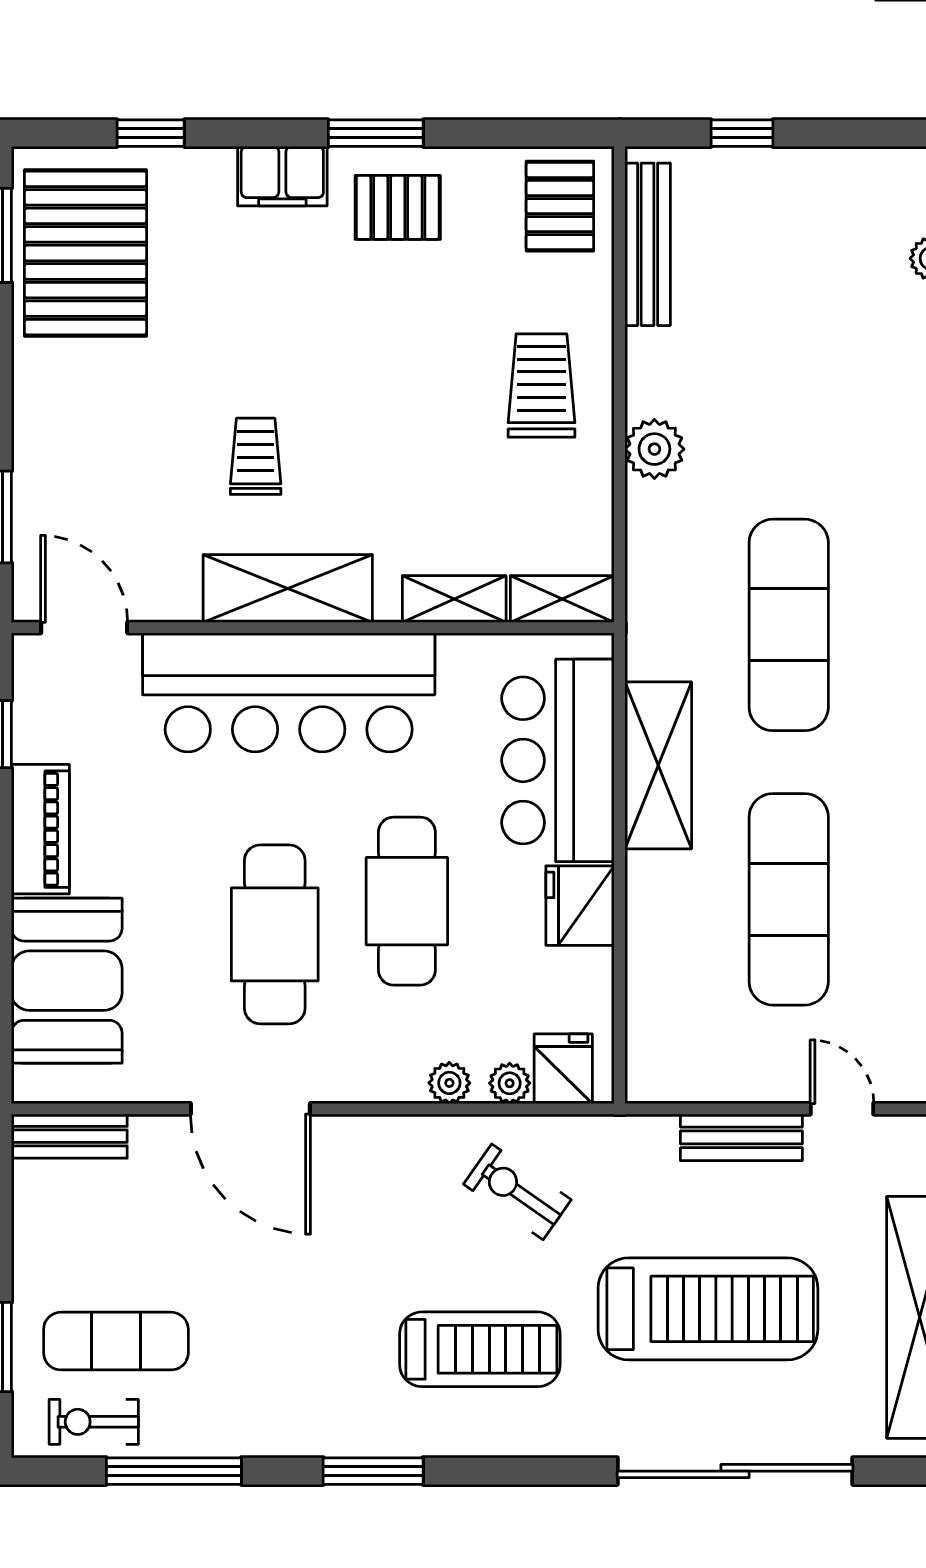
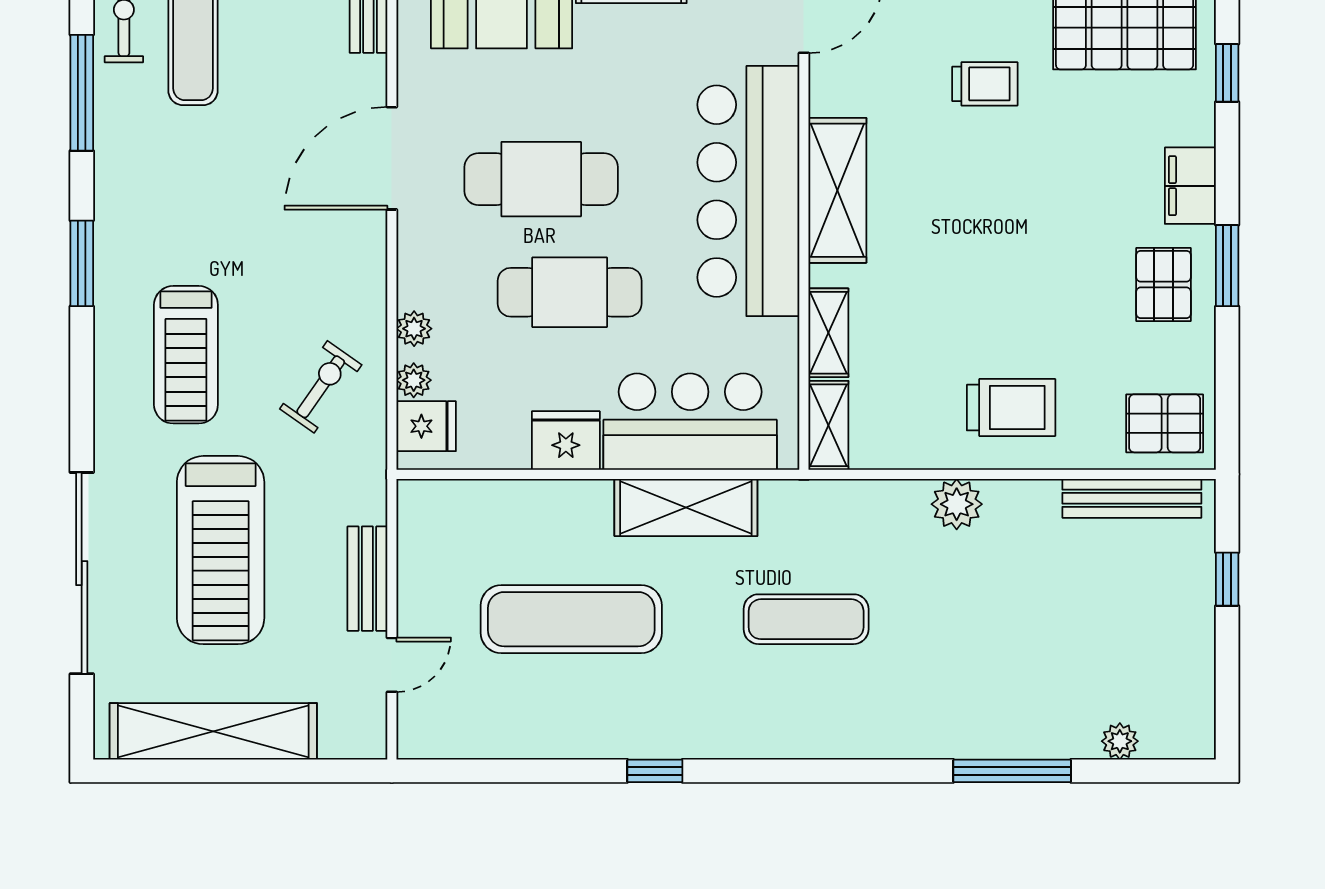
trolley: (256, 456) -> (985, 84), moved
exercise mat: (789, 625) -> (806, 619), width x0.73, depth x0.69

